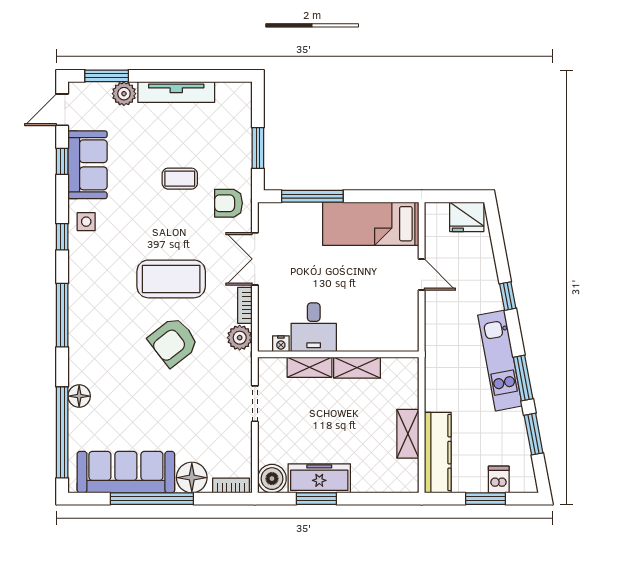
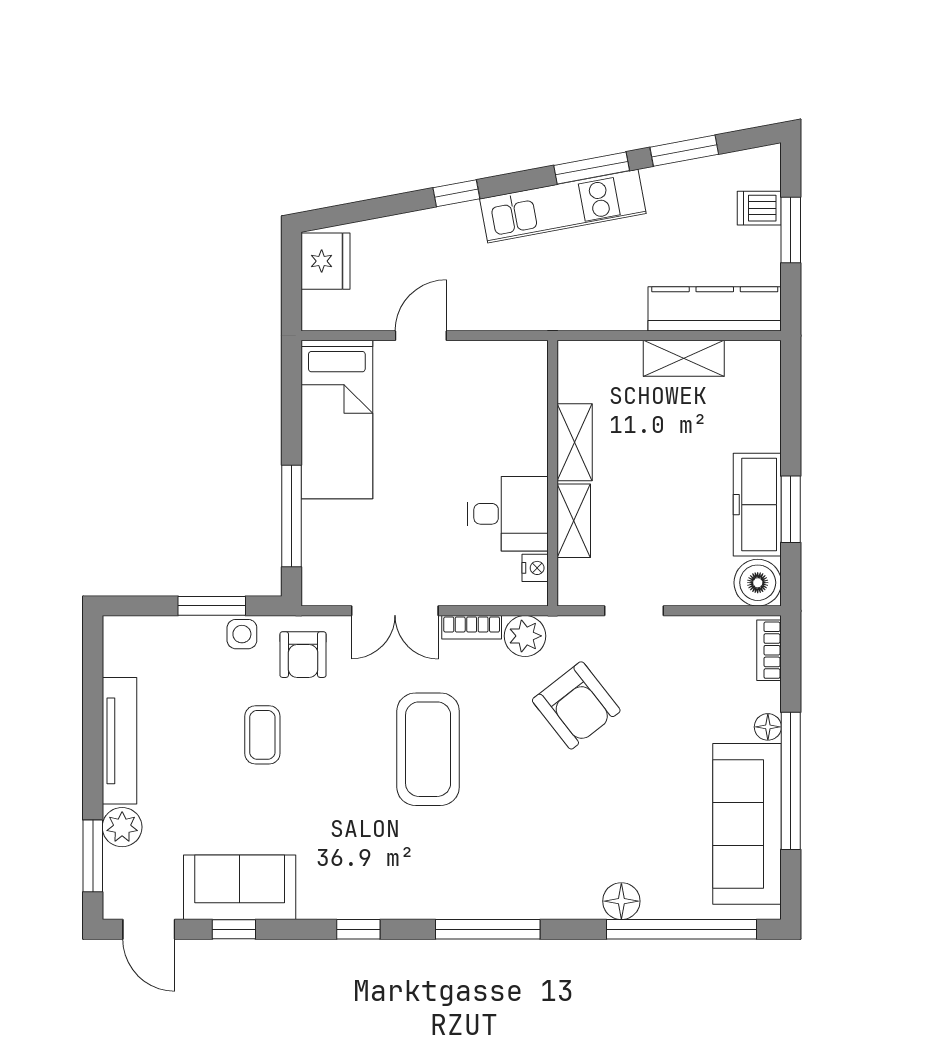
side table: (86, 222) -> (242, 634), moved
armchair: (173, 342) -> (576, 705), moved
floor lamp: (192, 478) -> (768, 727), width x0.53, depth x0.53

